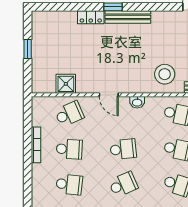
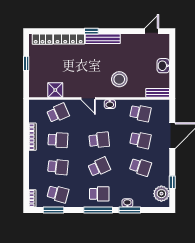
locker: (49, 17) -> (43, 39), added
locker: (91, 17) -> (69, 39), width x1.53
stool: (165, 74) -> (119, 79), moved

